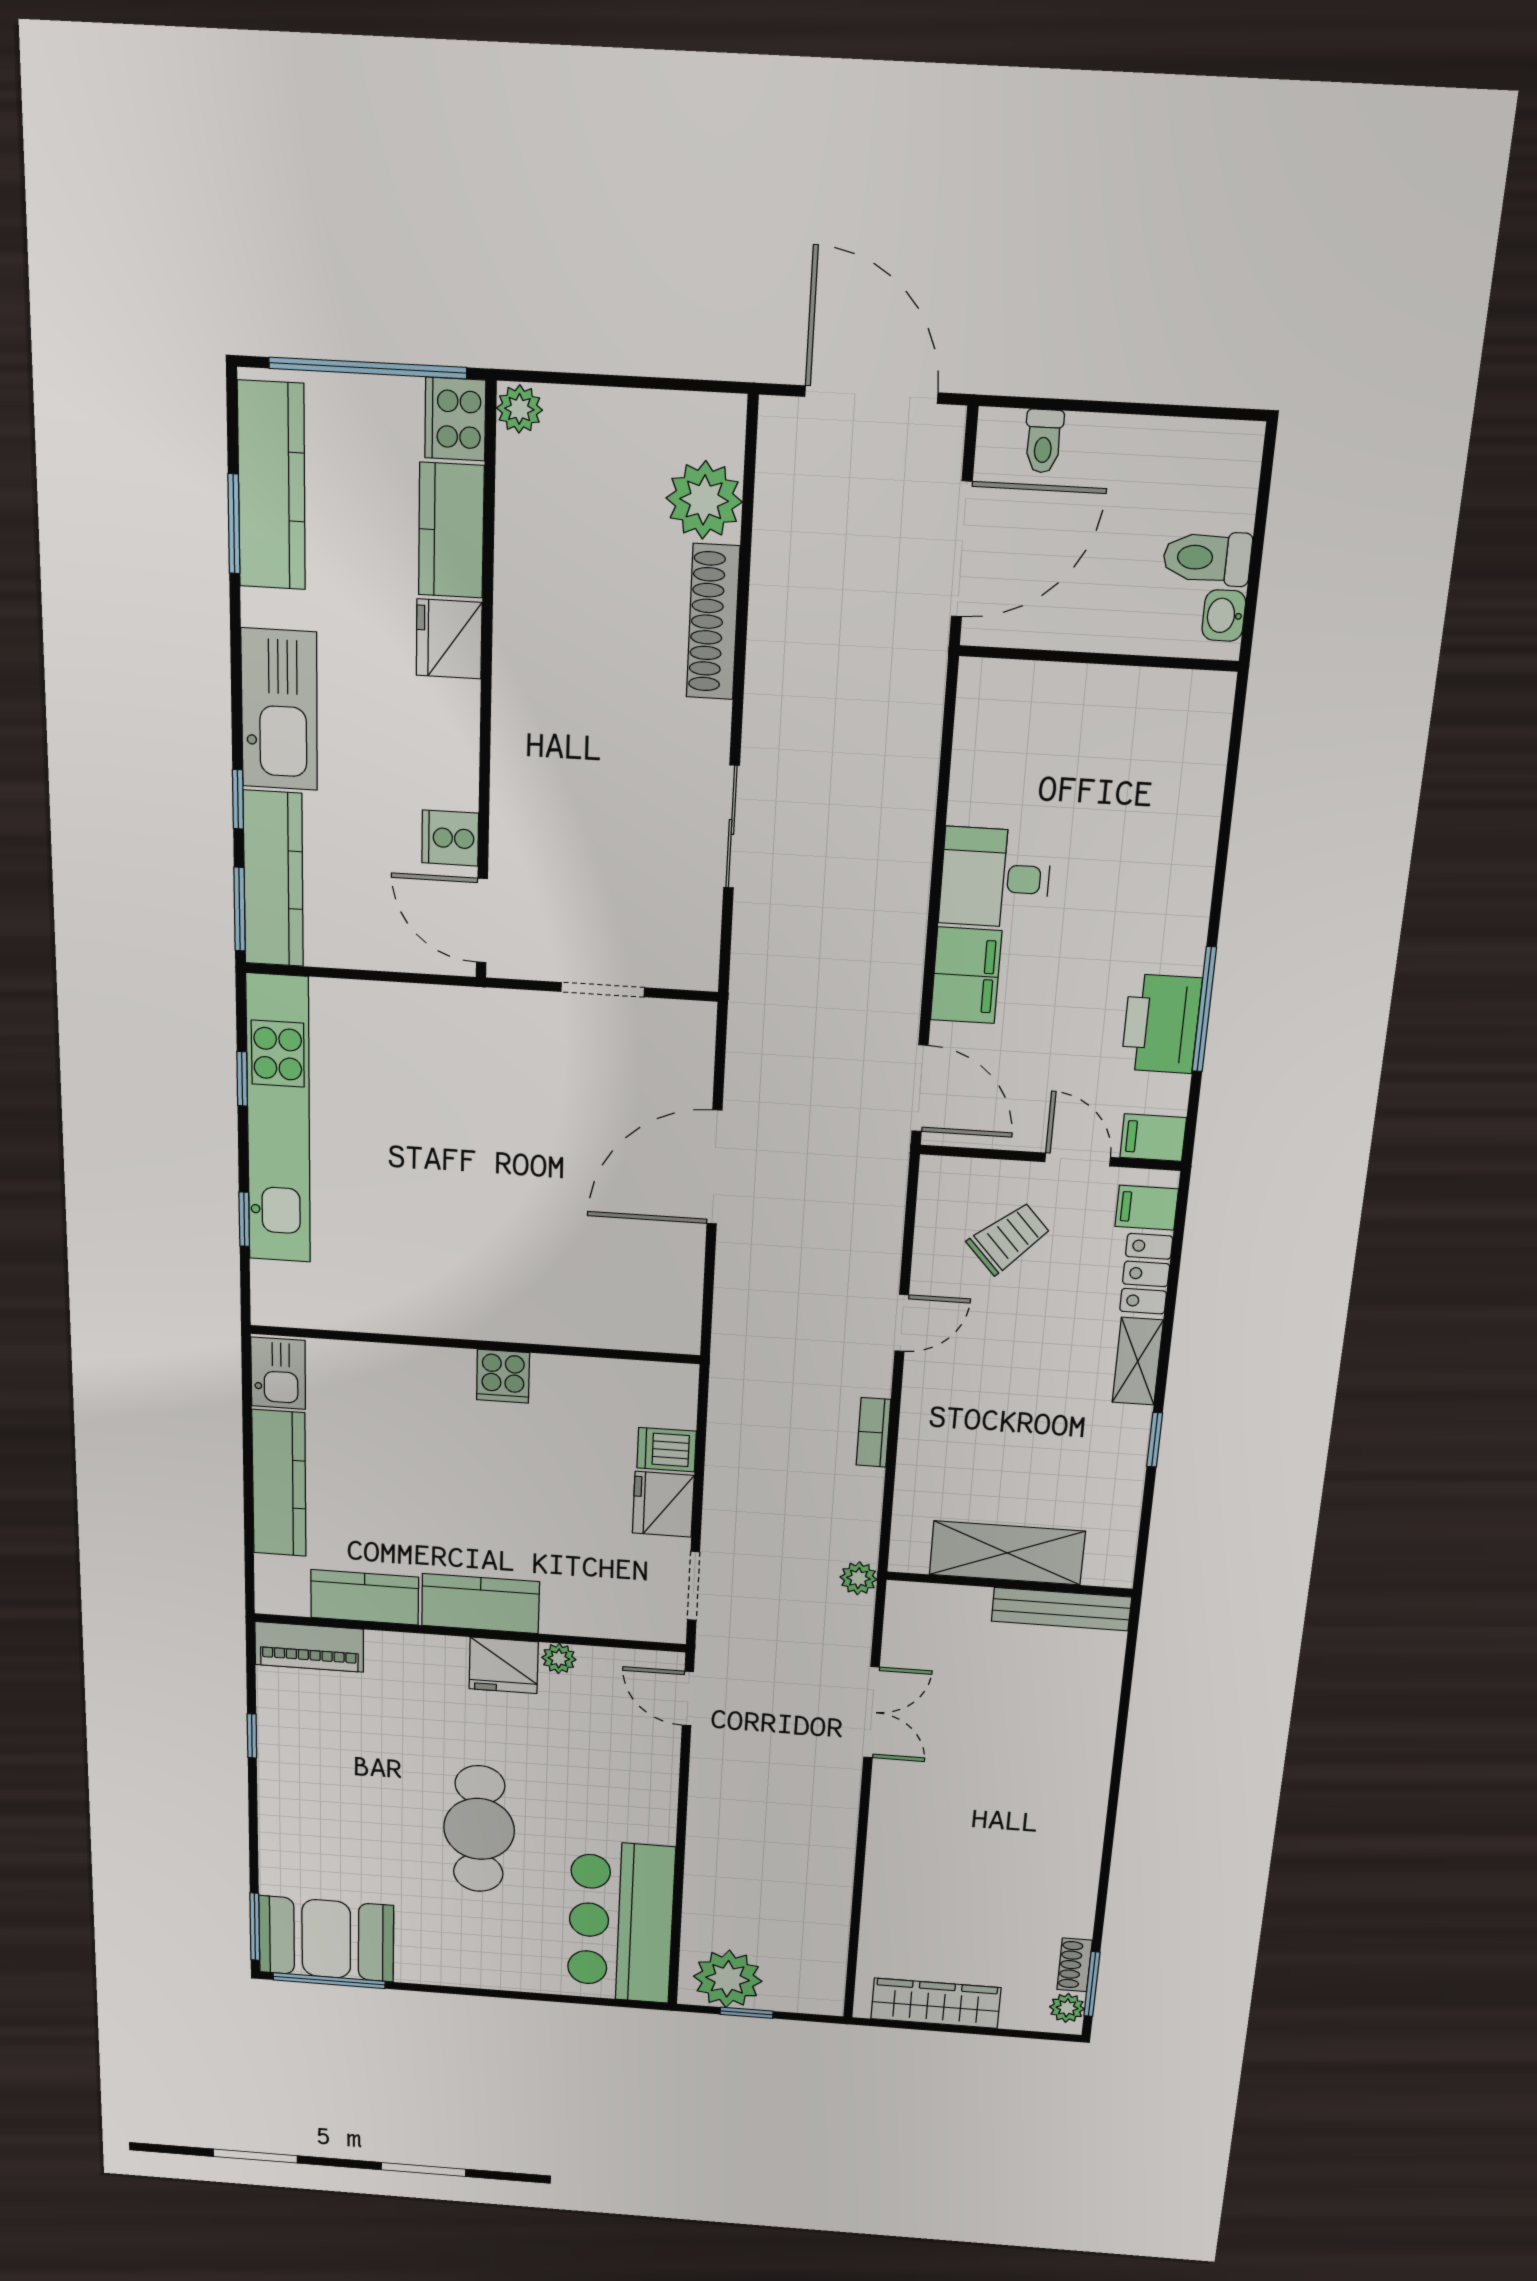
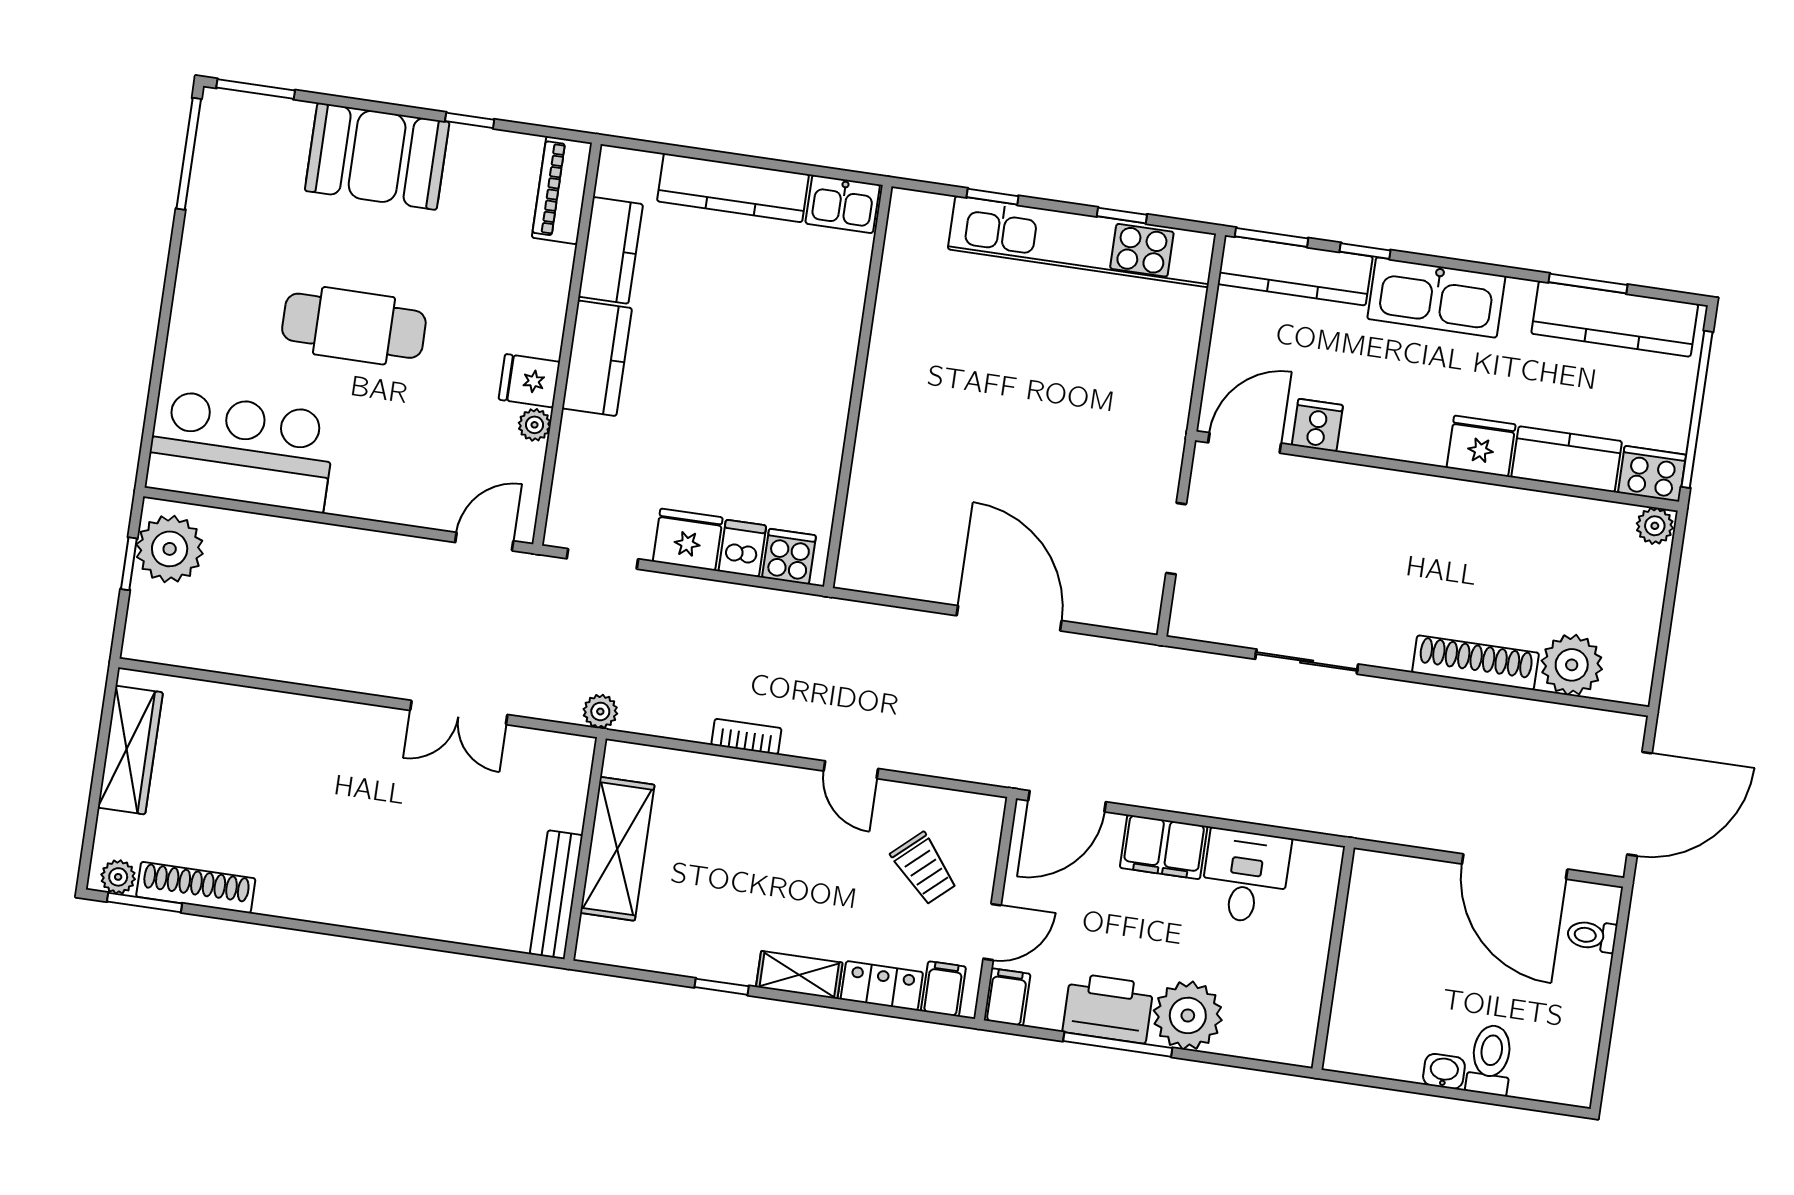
wall: (1099, 658) -> (1333, 958), moved
plant: (1166, 932) -> (1188, 1015), added
cooker: (503, 1376) -> (789, 557), moved, turned 90
fridge: (504, 1665) -> (529, 381), width x0.72
booth: (326, 1939) -> (377, 156), moved, turned 90
shoe rack: (1075, 1965) -> (196, 888), width x1.94, depth x1.24

